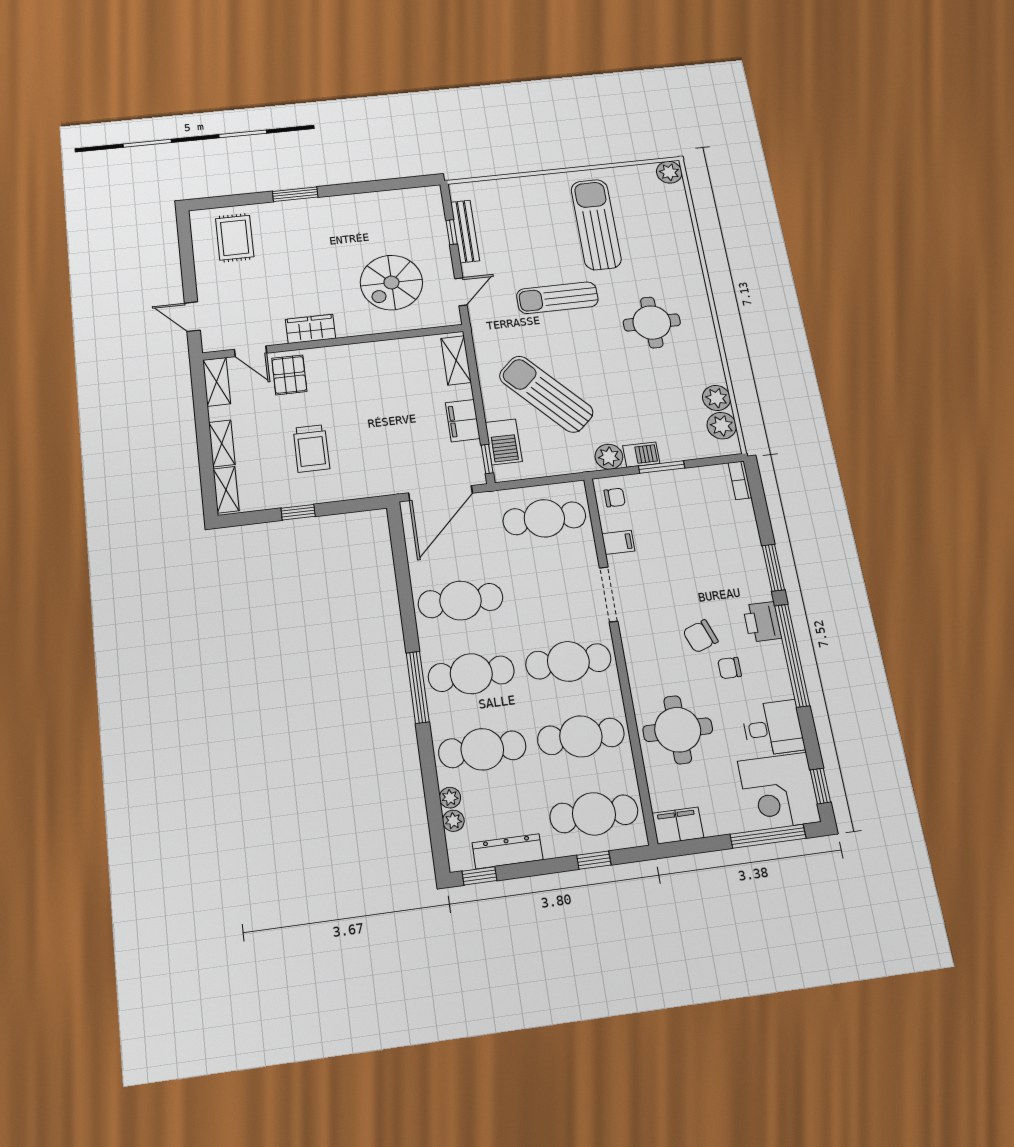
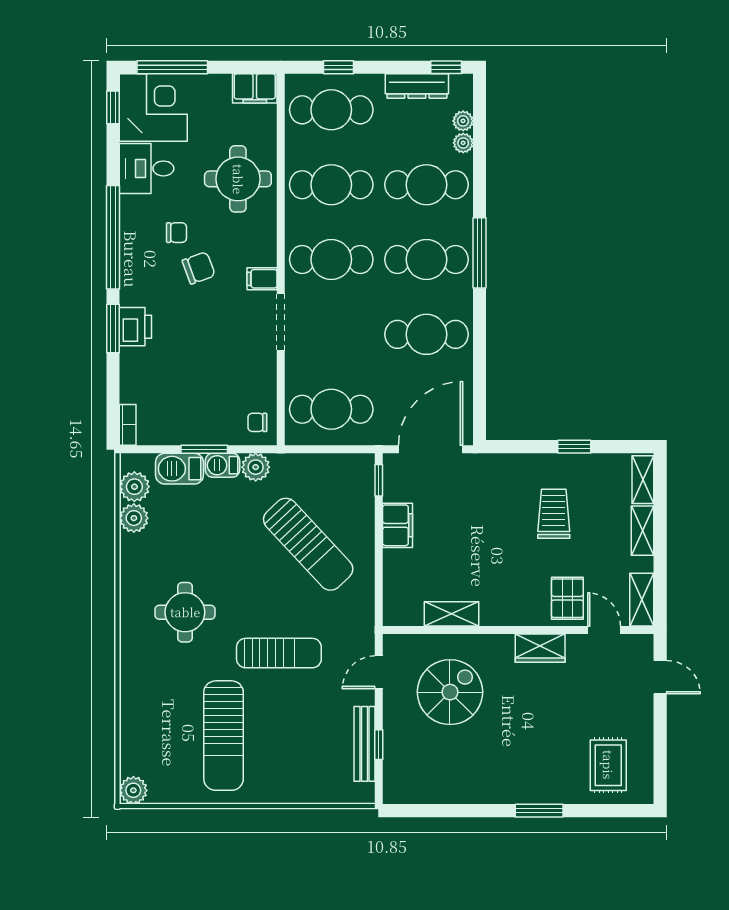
shelving: (456, 360) -> (452, 614), moved, turned 90
barbecue: (504, 442) -> (180, 469), moved, turned -90
filing cabinet: (618, 542) -> (262, 279), moved
printer: (762, 622) -> (135, 327), moved

